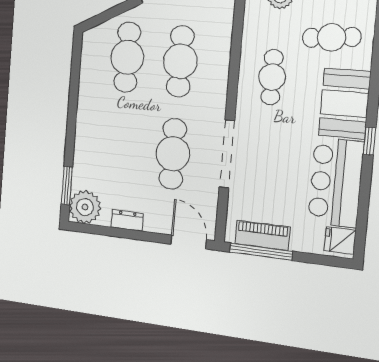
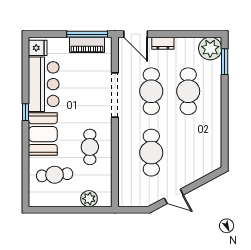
cafe table: (127, 57) -> (188, 91), moved
dresser: (127, 220) -> (163, 43), moved

